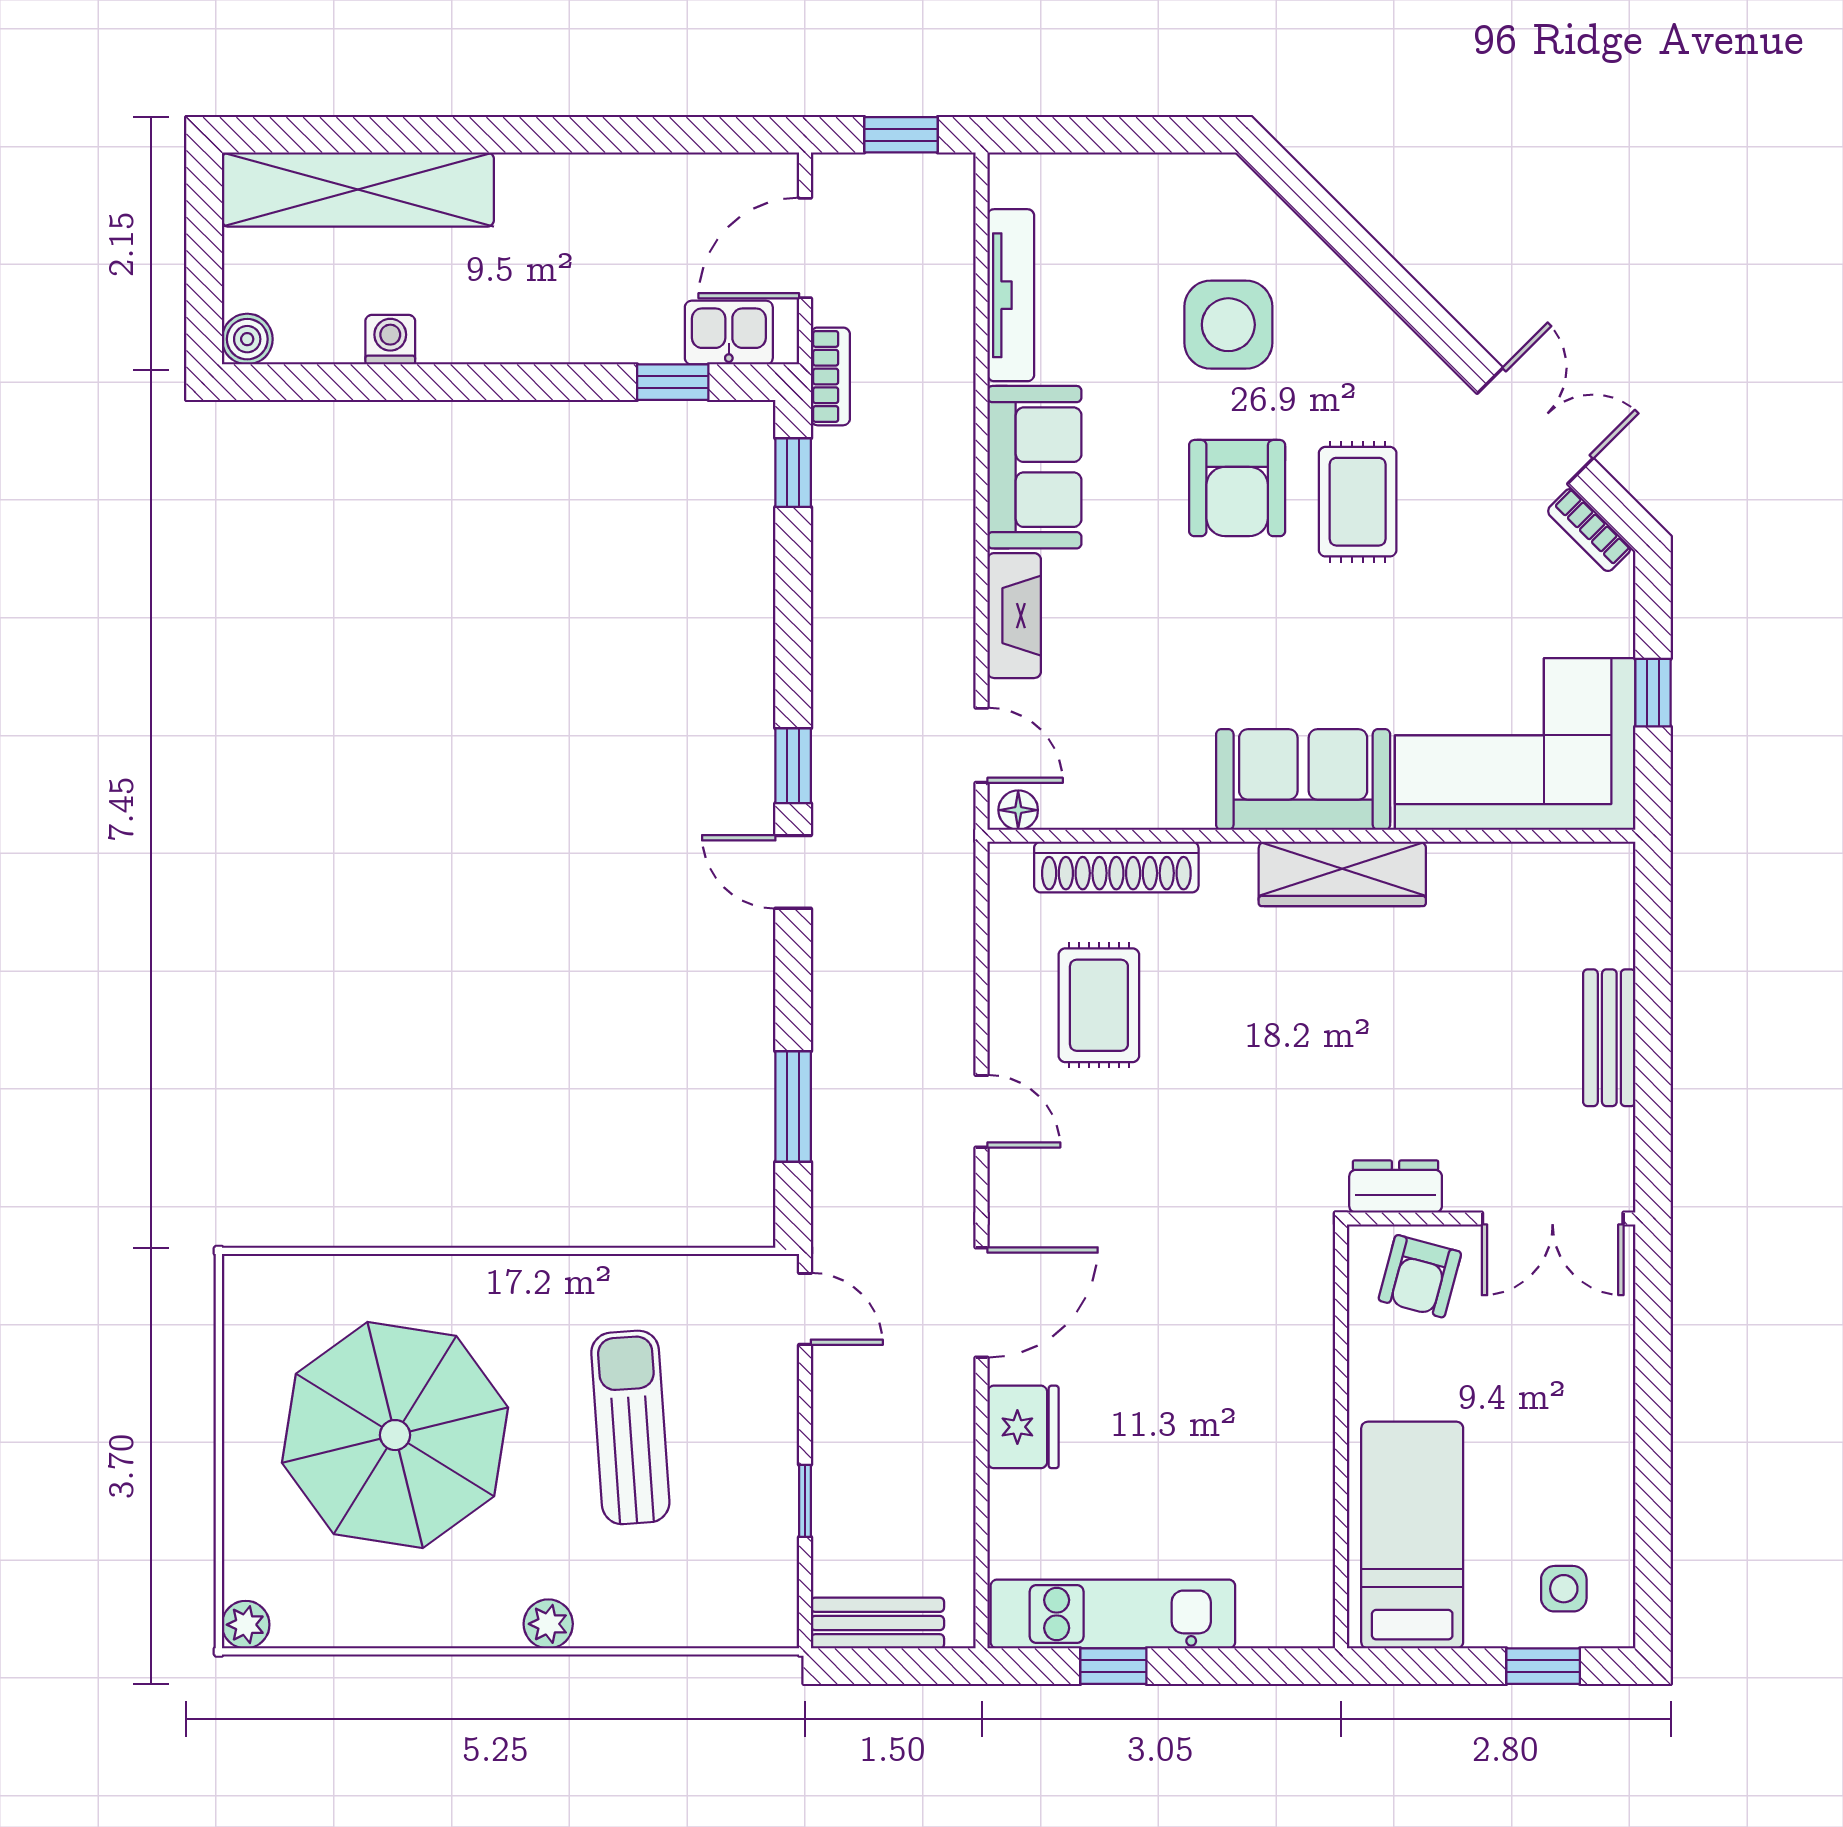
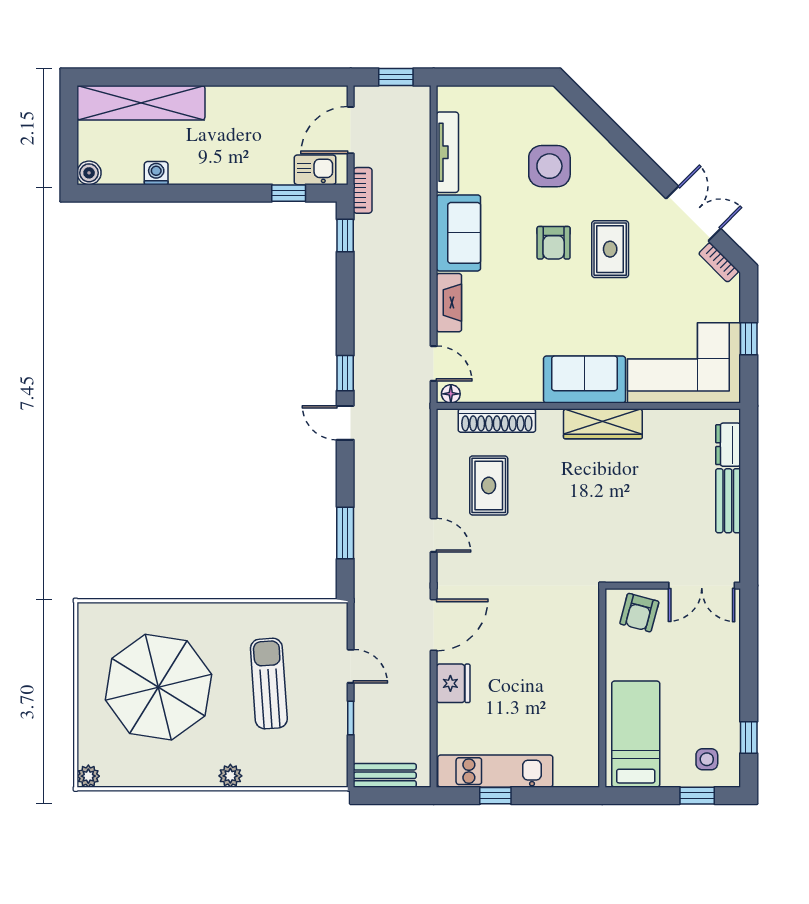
armchair: (1237, 488) -> (554, 243), width x0.72, depth x0.72
dresser: (1396, 1187) -> (728, 445), moved, turned -90
door: (805, 1309) -> (351, 666), moved
window: (1653, 1542) -> (749, 737), added

